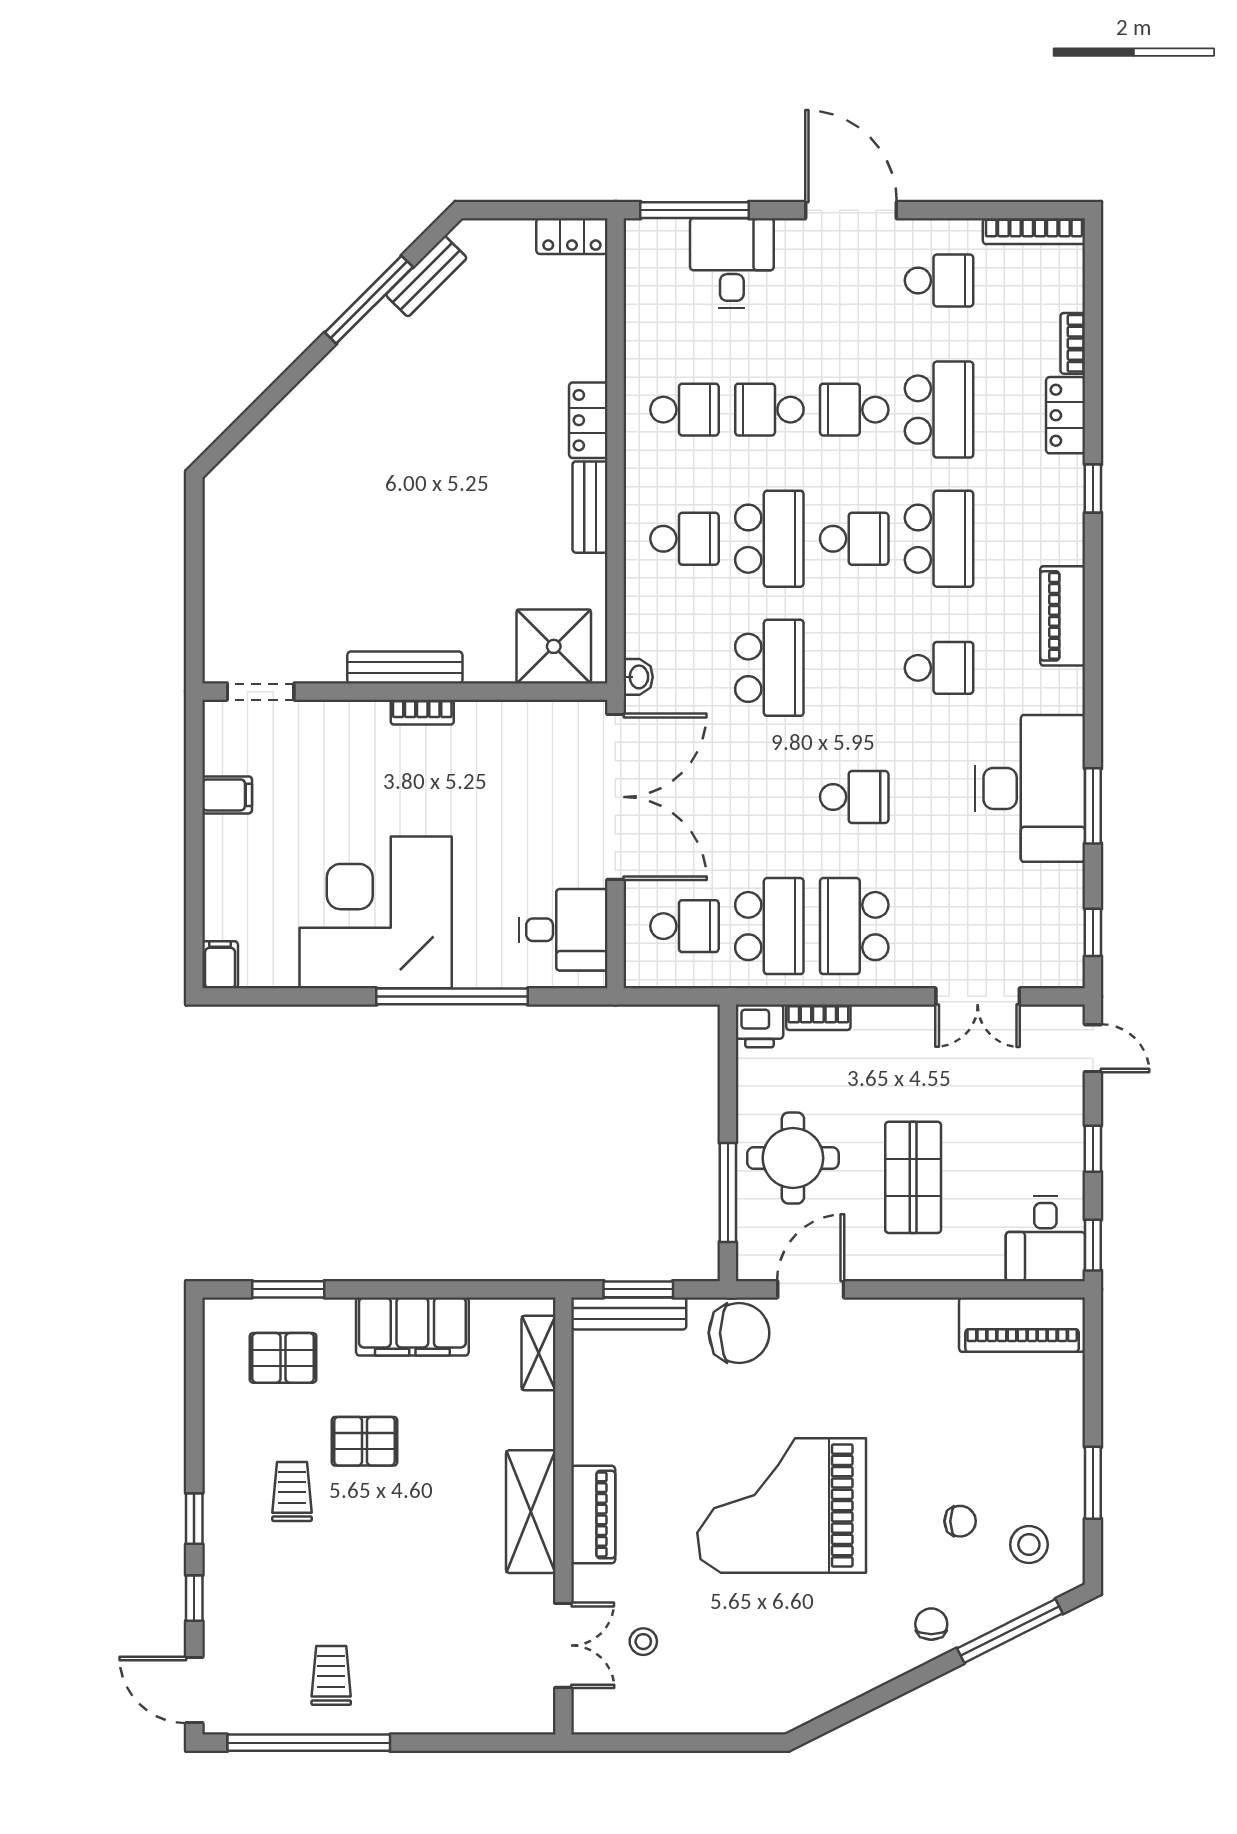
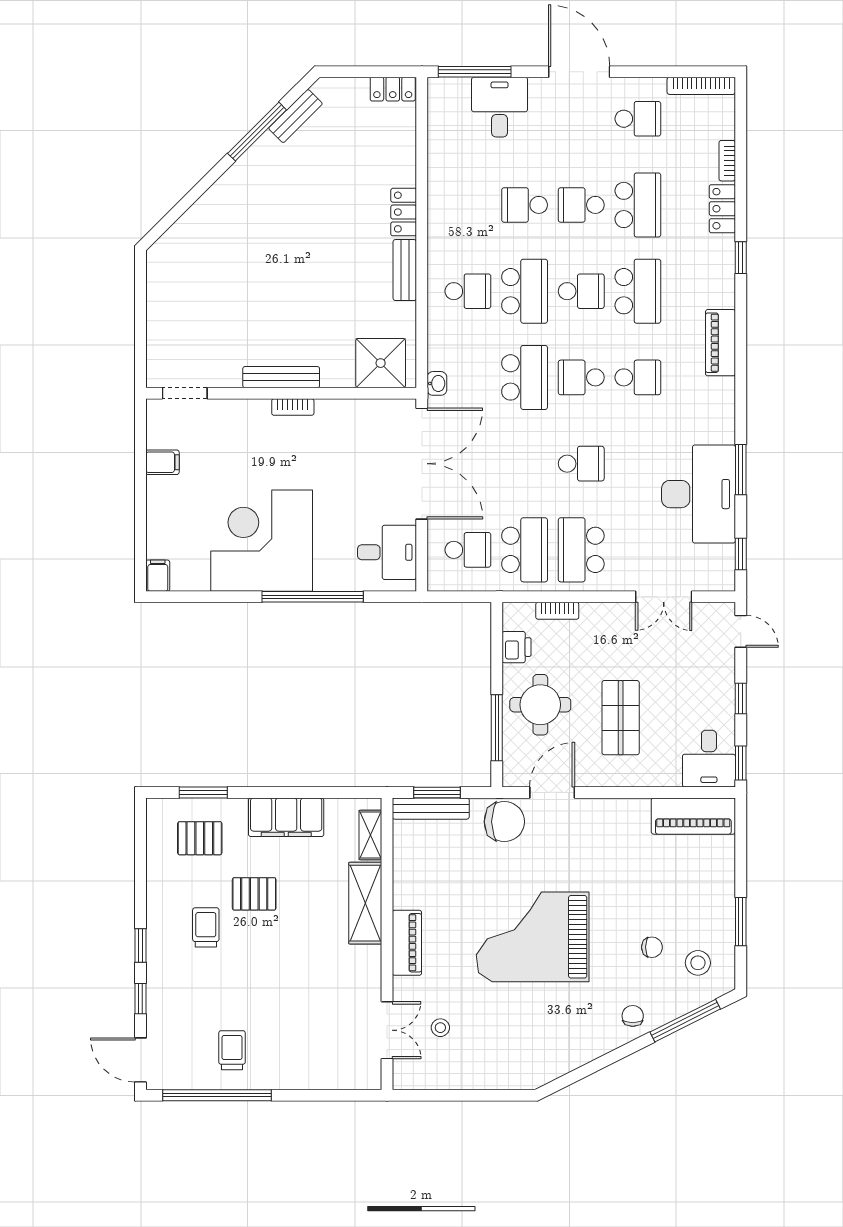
school desk: (685, 410) -> (581, 377), moved, turned 180
desk: (1030, 788) -> (698, 494), moved
printer: (759, 1026) -> (517, 647), moved, turned -90
shelving: (531, 1512) -> (365, 903), moved

